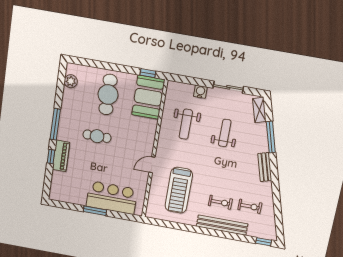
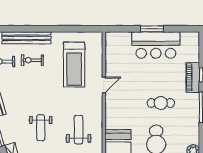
treadmill: (179, 190) -> (74, 65), turned 180
bar counter: (112, 198) -> (156, 45), moved

